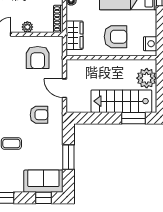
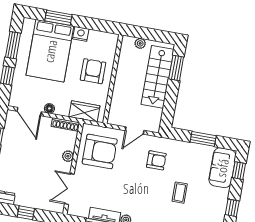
nightstand: (150, 44) -> (81, 34), moved
armchair: (38, 57) -> (100, 151), width x1.36, depth x1.36
plant: (147, 78) -> (140, 43), width x0.53, depth x0.53
armchair: (39, 115) -> (156, 160), turned 90

